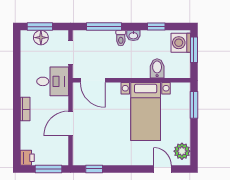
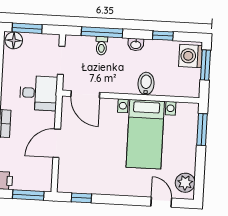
floor lamp: (41, 38) -> (14, 40), moved
toilet: (121, 38) -> (102, 46), moved
bidet: (157, 68) -> (146, 84), moved

